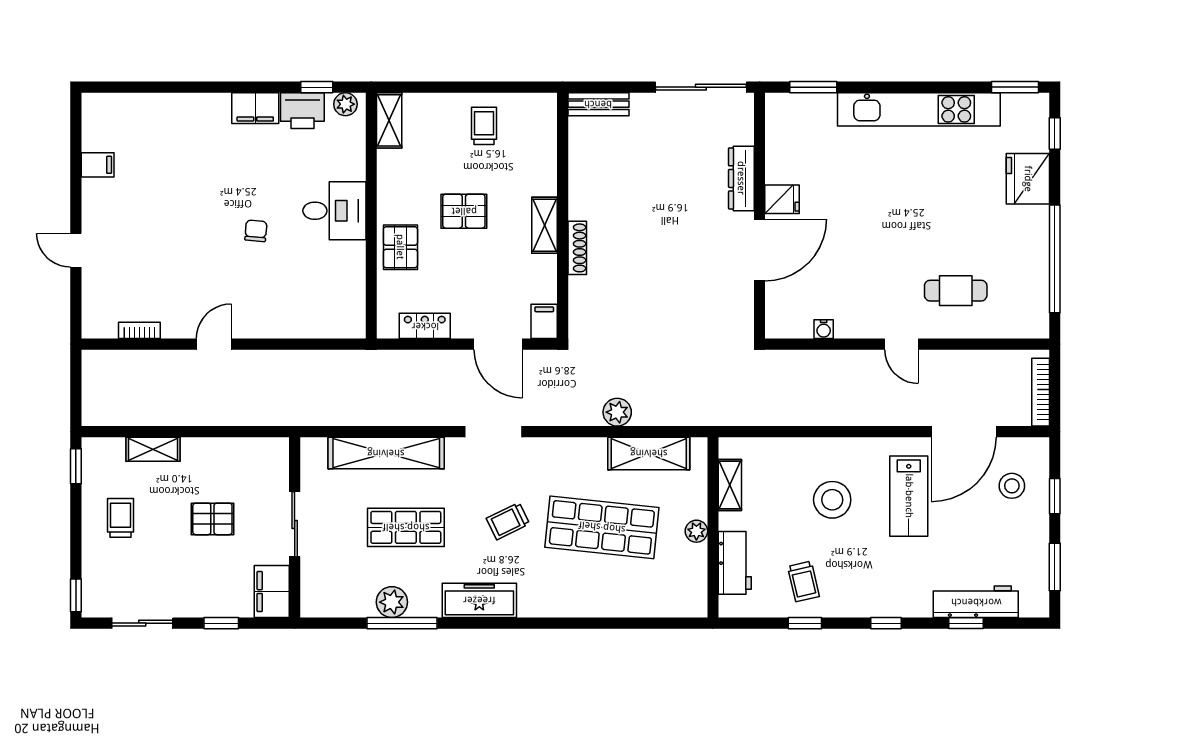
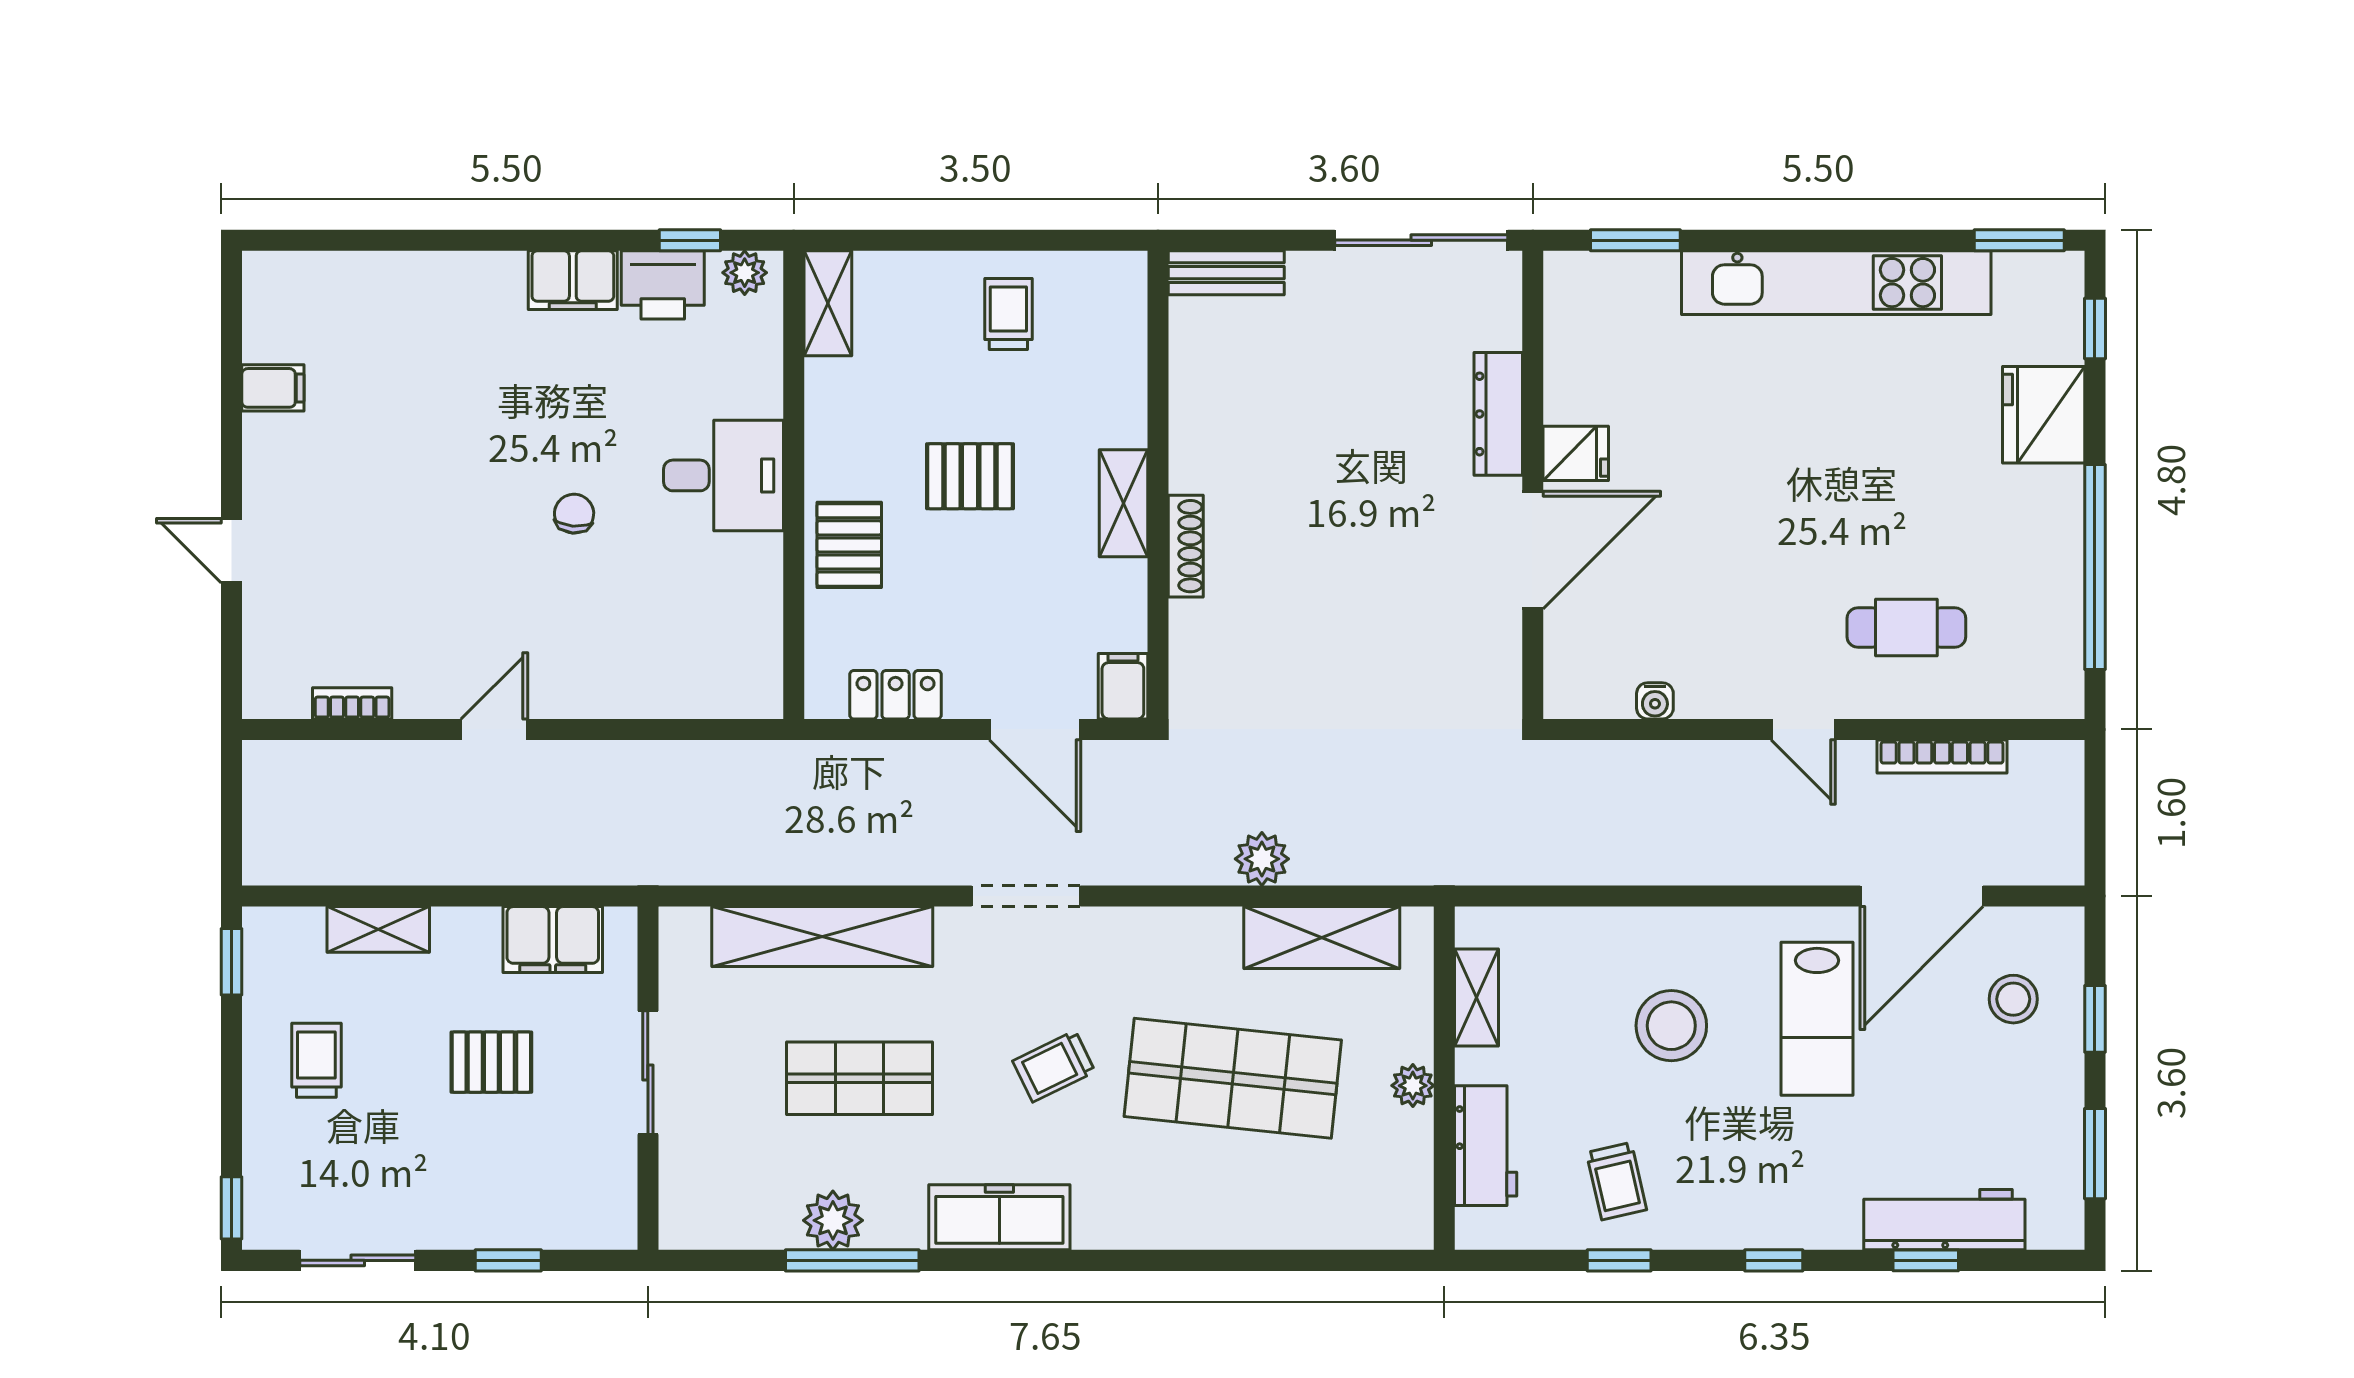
bookcase: (1041, 392) -> (1942, 756), moved, turned -90
filing cabinet: (272, 592) -> (553, 940), moved, turned -90

